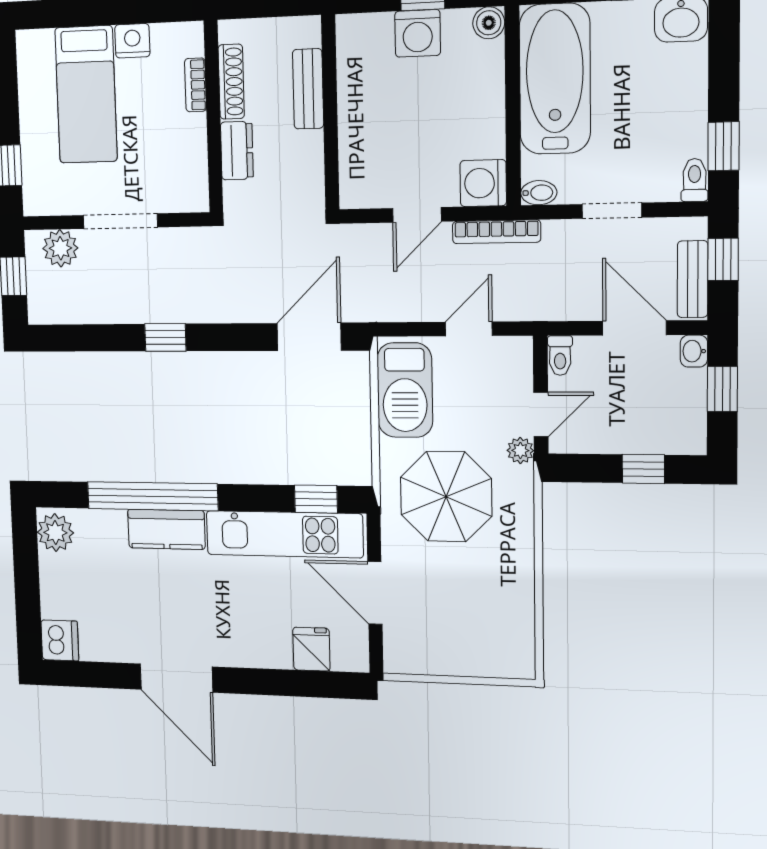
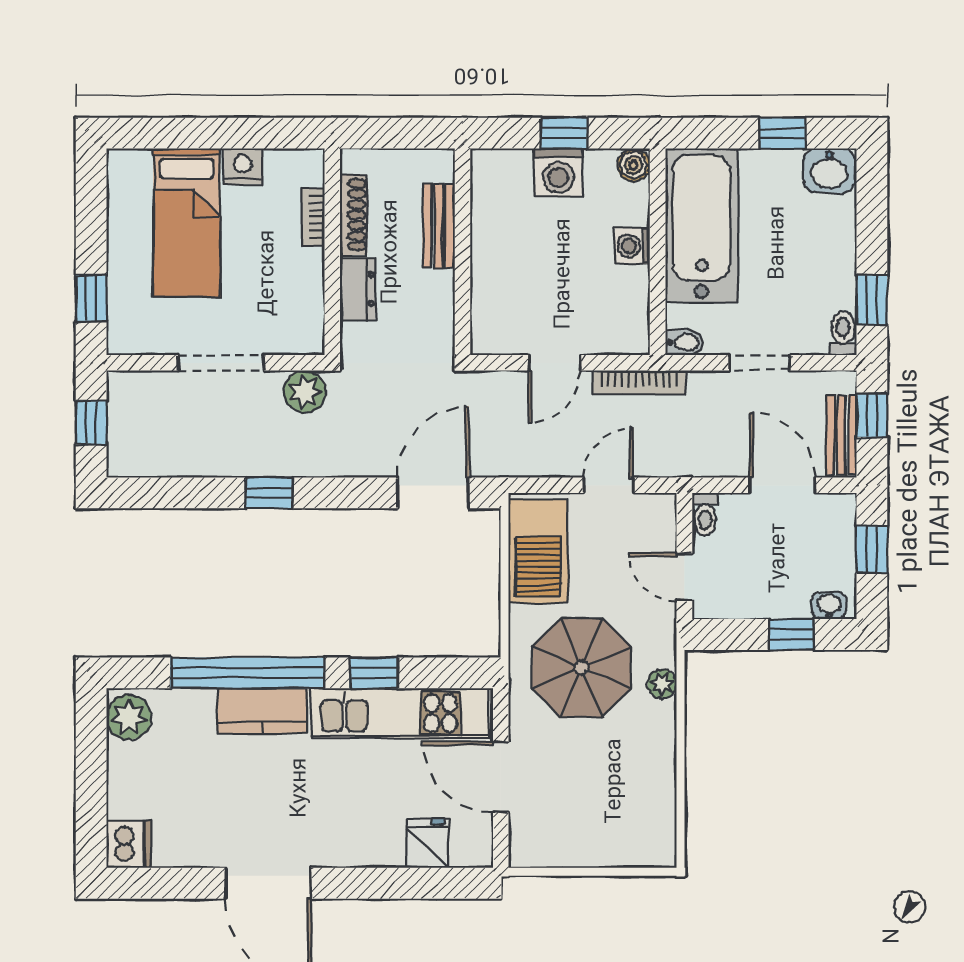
washing machine: (483, 183) -> (632, 246), moved, width x0.73, depth x0.73
plant: (60, 248) -> (305, 392), moved
washbasin: (694, 351) -> (829, 606), moved, turned 90
door: (541, 414) -> (684, 577), swing flipped
plant: (520, 450) -> (662, 684), moved
window: (316, 499) -> (374, 673), moved

